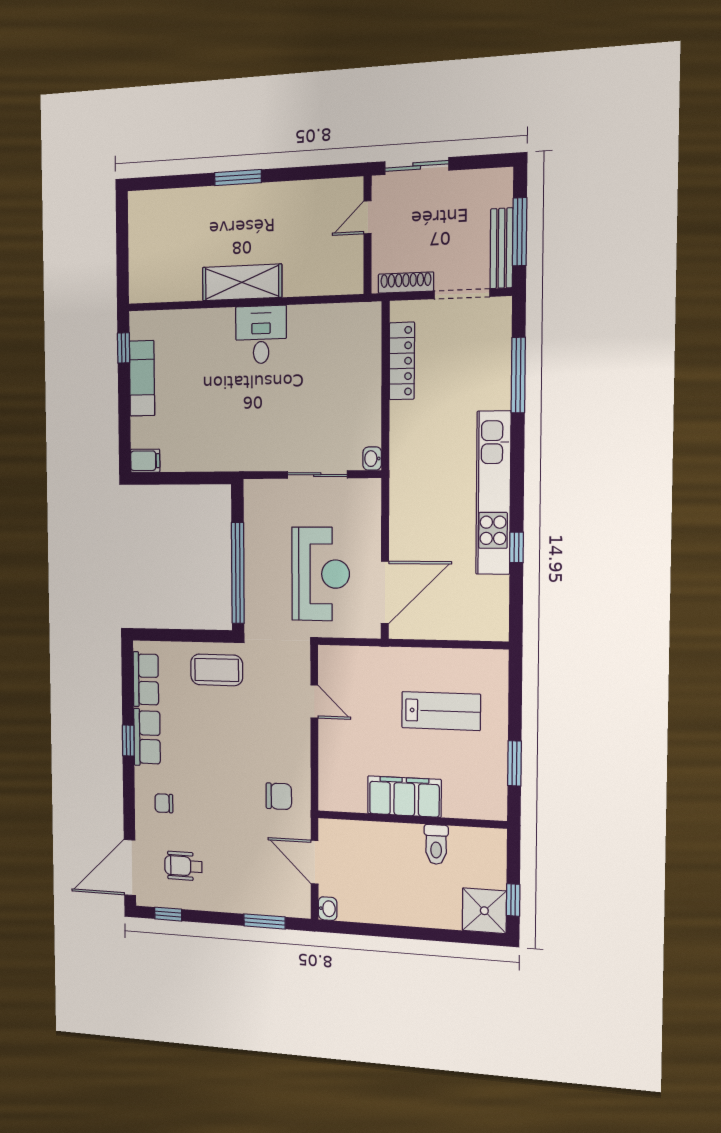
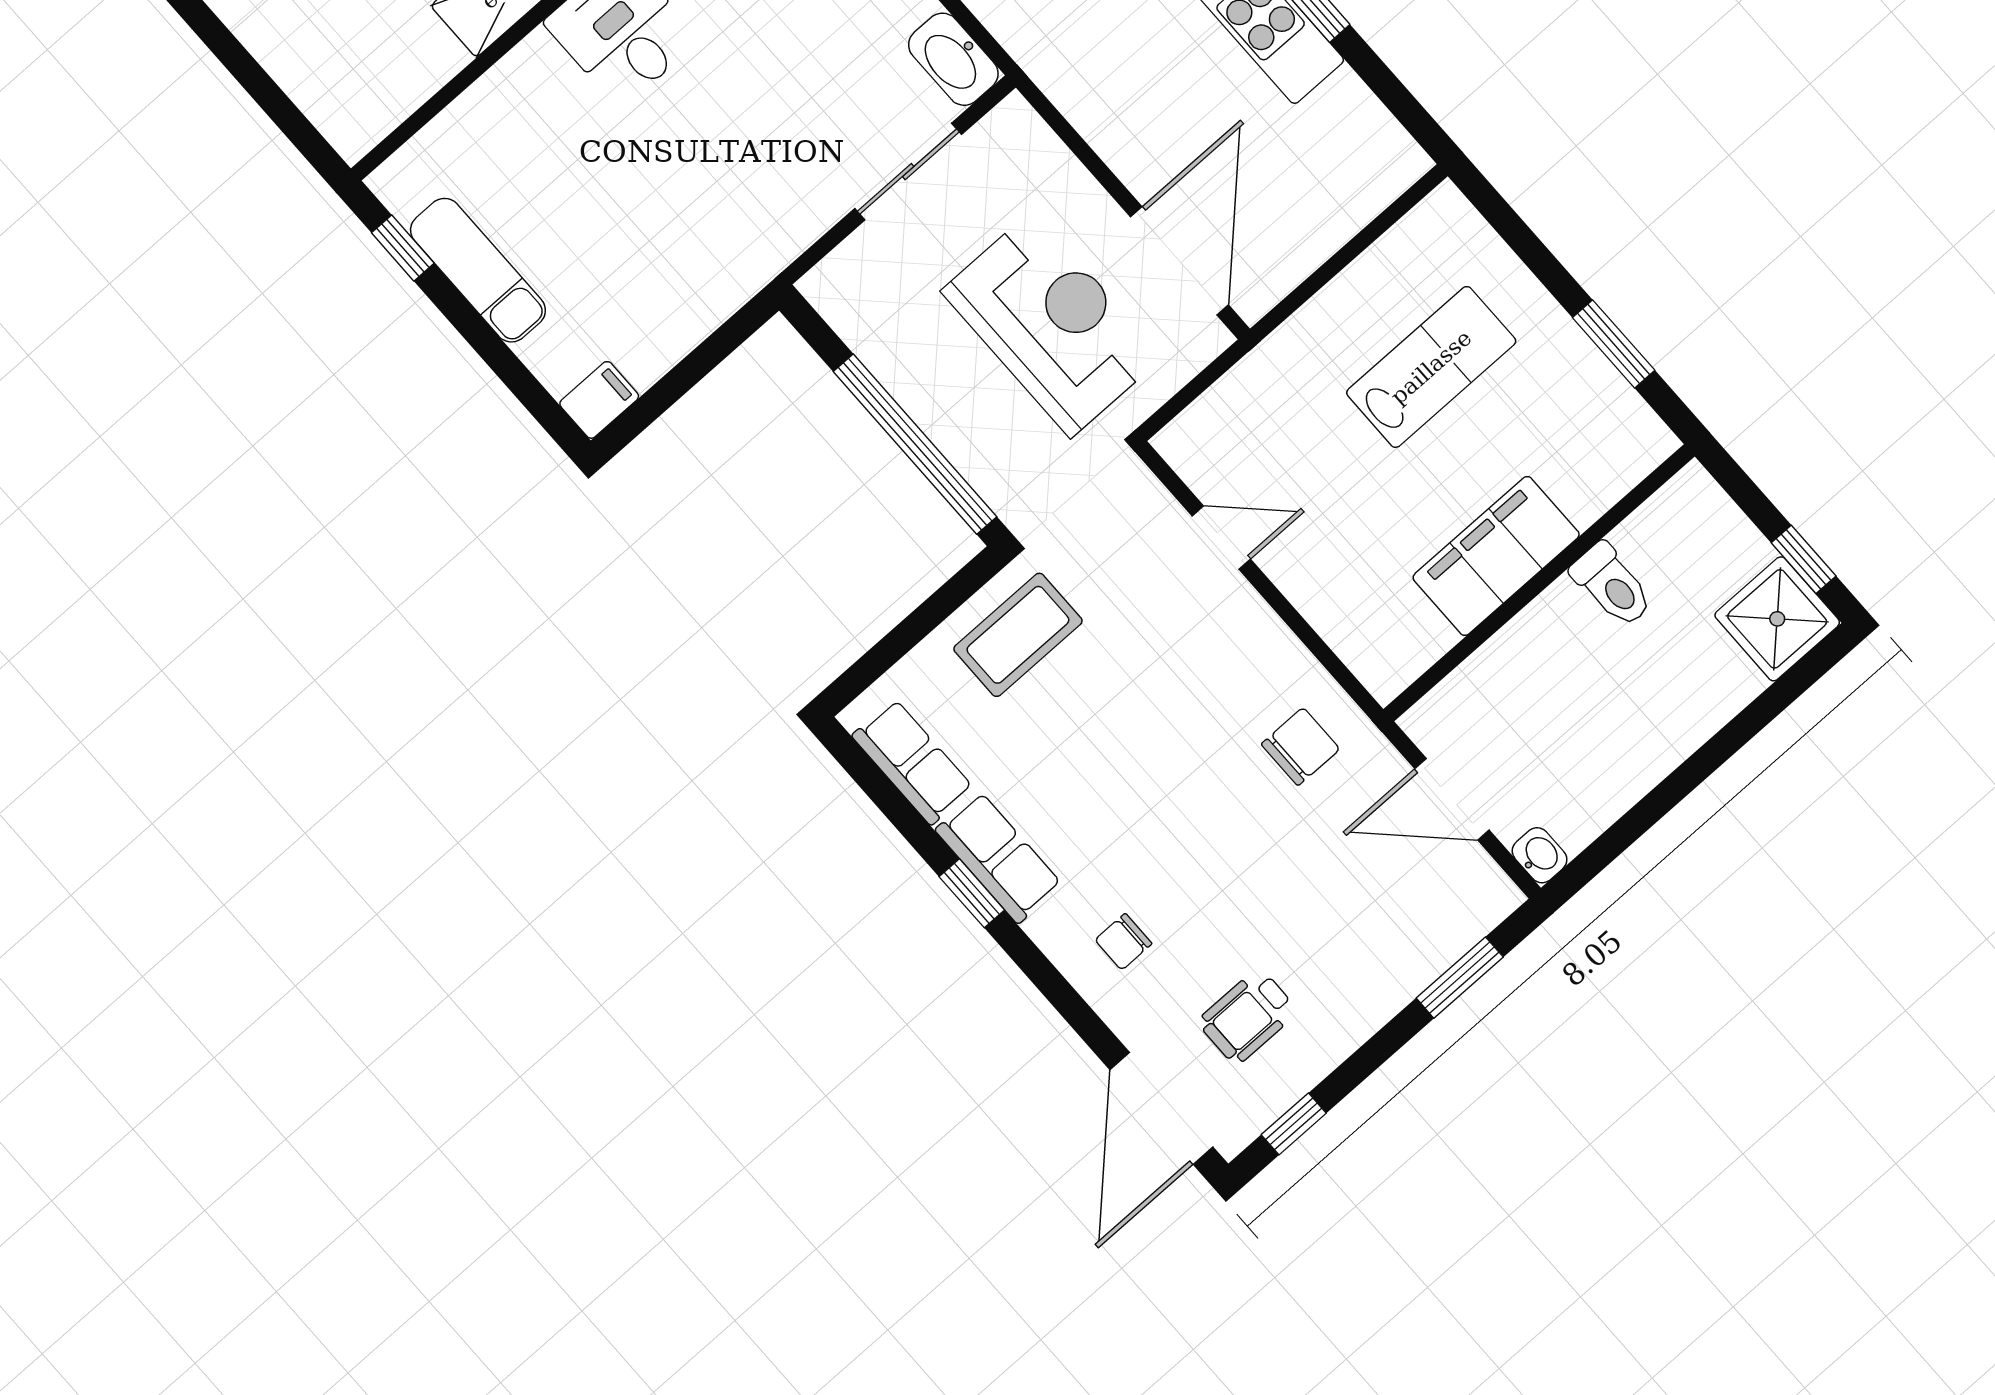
washbasin: (372, 459) -> (953, 59), width x1.91, depth x1.45

